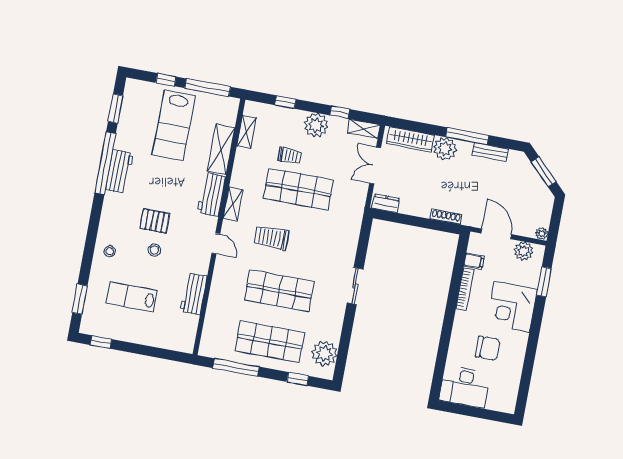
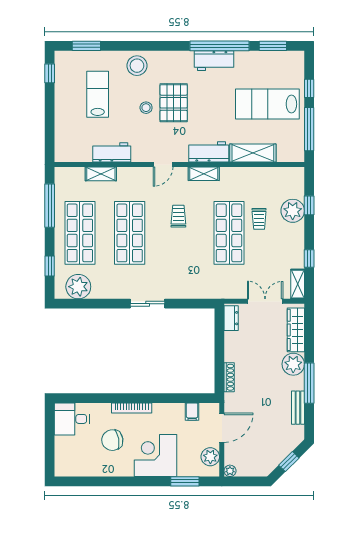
plant: (316, 125) -> (293, 211), moved
shelving: (247, 132) -> (101, 174), moved
window: (544, 172) -> (289, 462), width x0.67
pallet: (155, 221) -> (174, 103), width x1.50, depth x1.42
trolley: (271, 238) -> (178, 216), width x0.73, depth x0.72
stool: (110, 251) -> (137, 66), width x1.89, depth x1.89
bookcase: (465, 289) -> (132, 408), moved
chair: (488, 348) -> (112, 440), turned 80
desk: (465, 387) -> (72, 419), width x0.73

